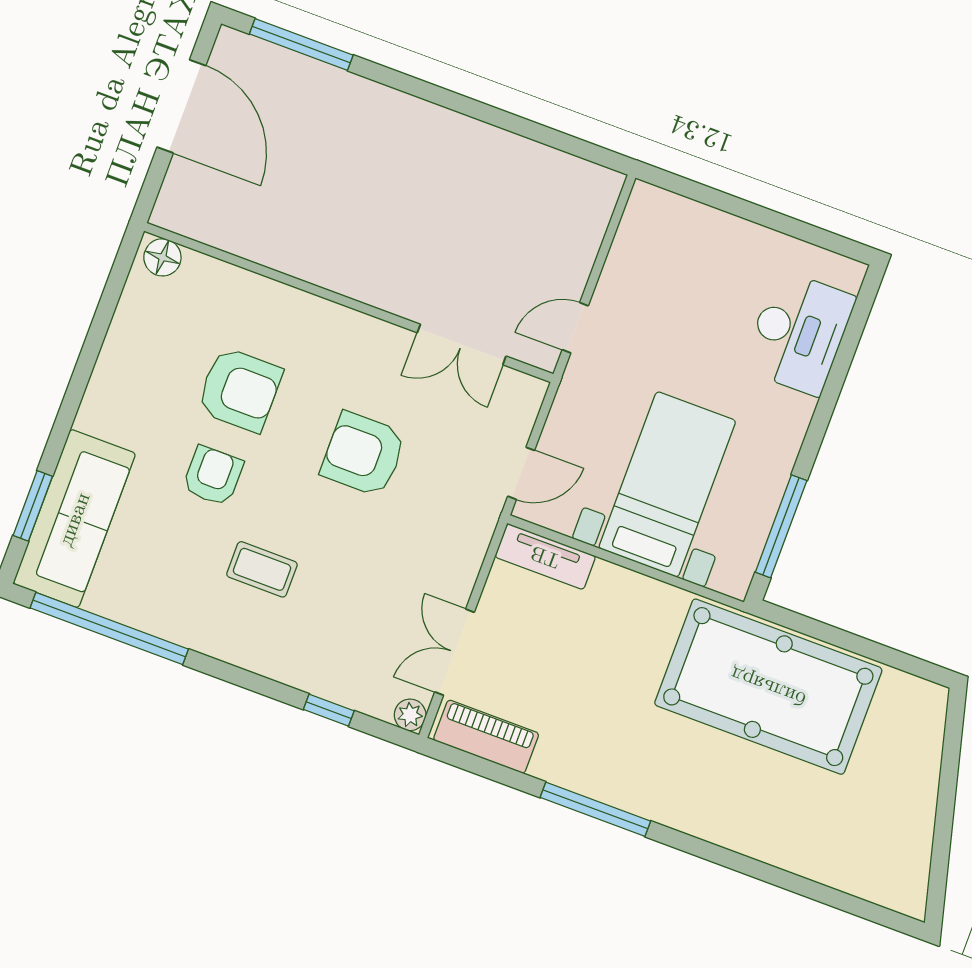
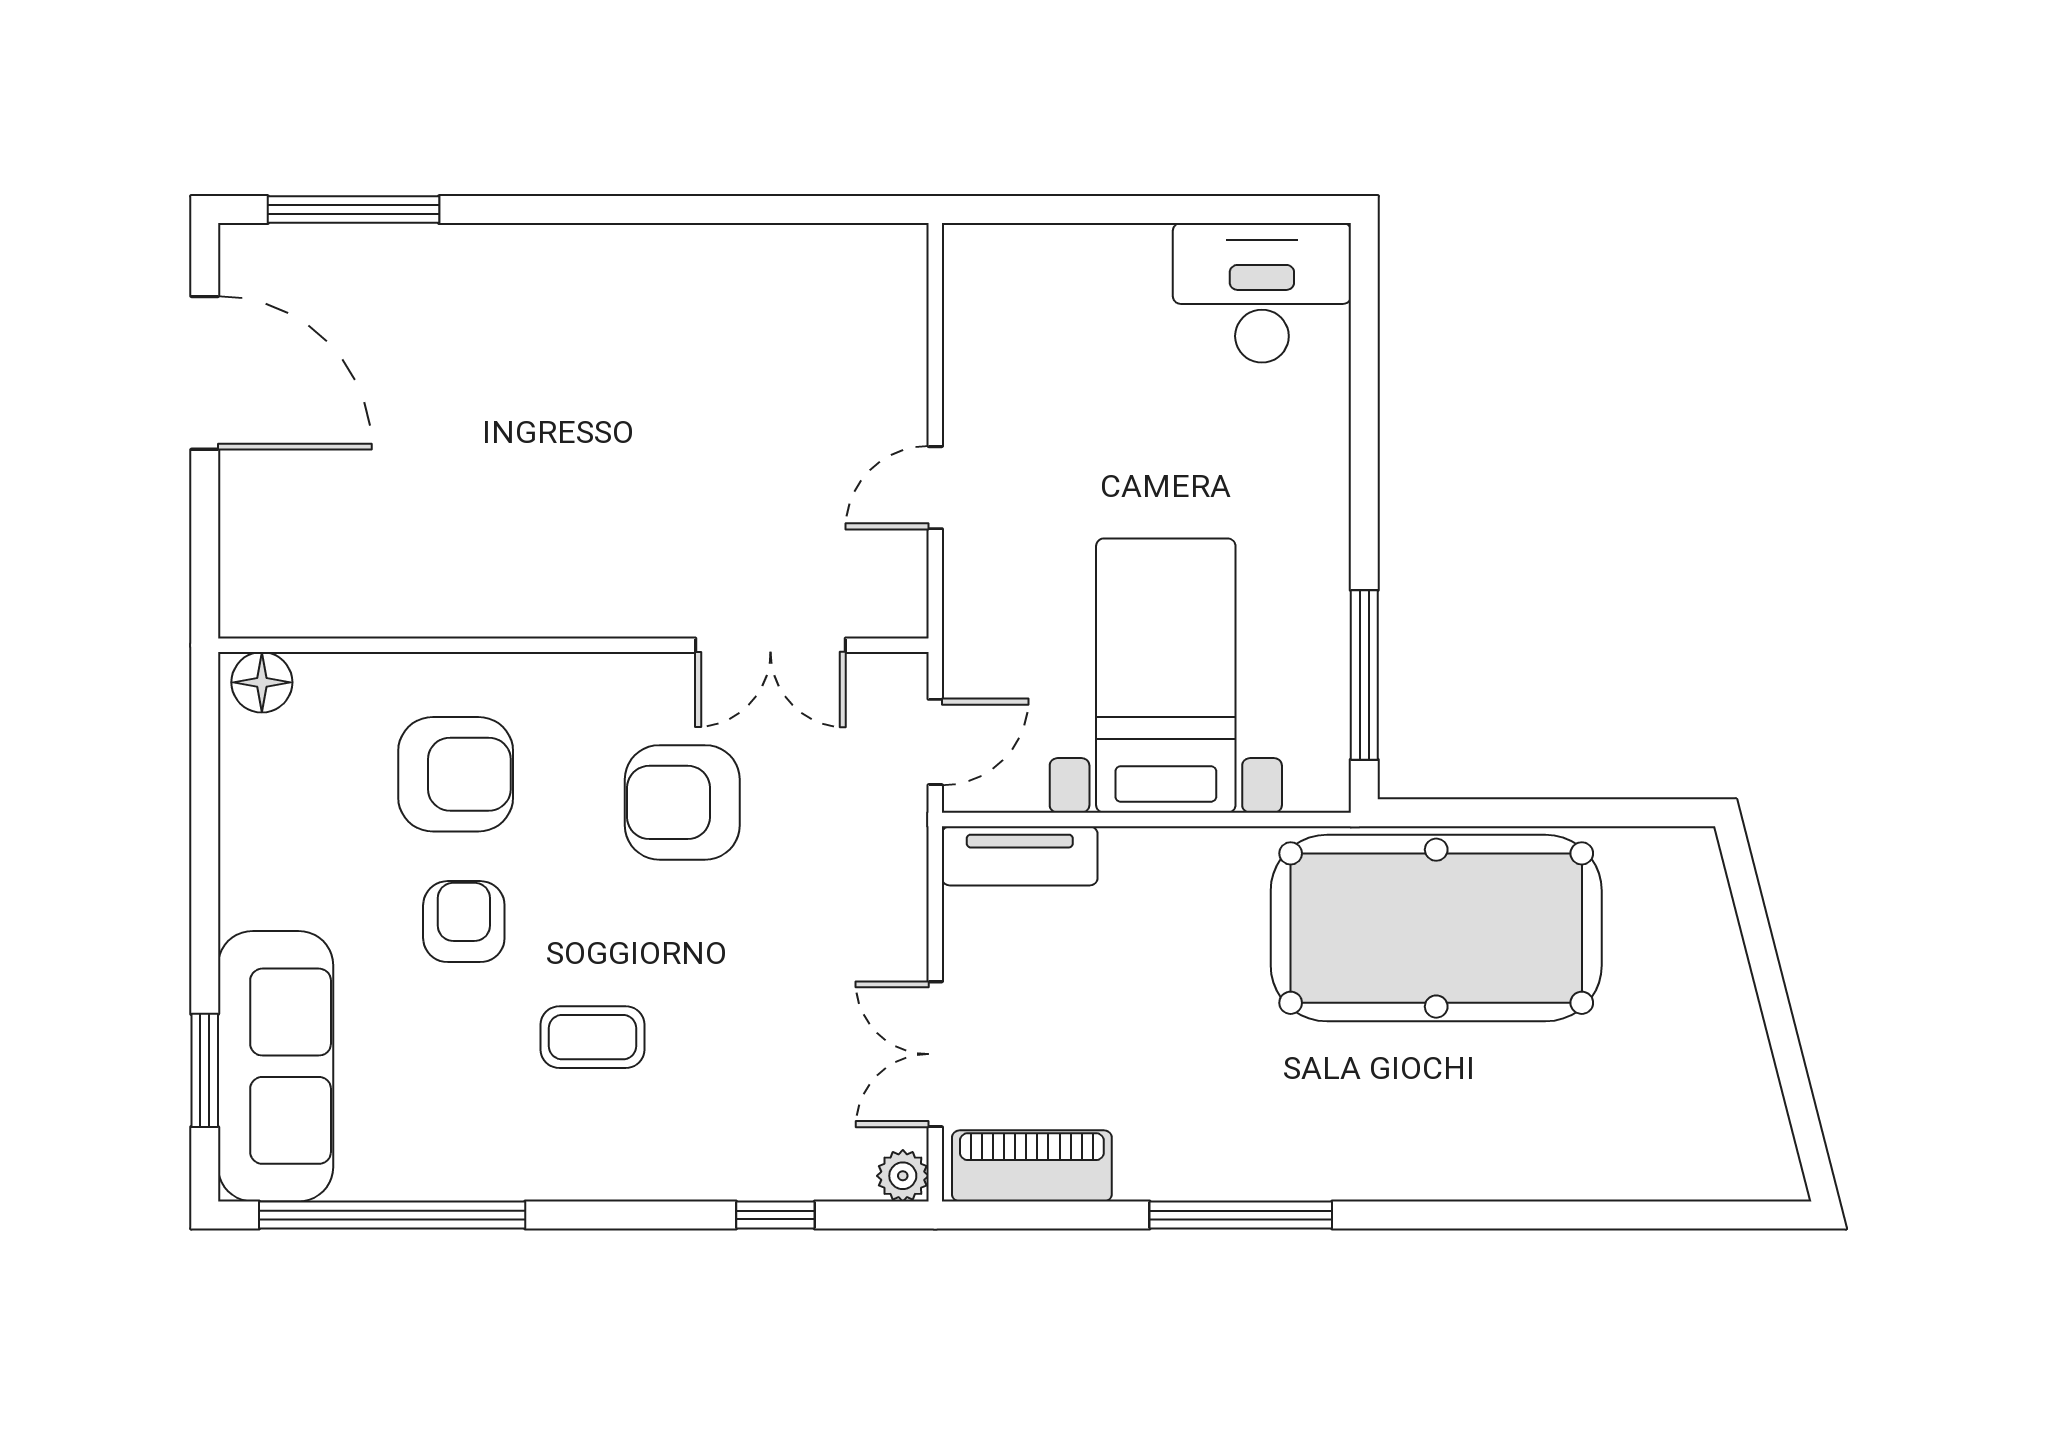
floor lamp: (162, 257) -> (262, 682), moved
wall: (349, 302) -> (573, 645), moved
desk: (799, 333) -> (1262, 293), moved, turned -90
double door: (462, 344) -> (770, 645), moved

